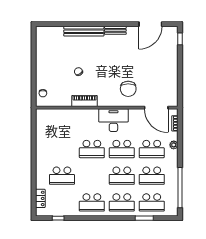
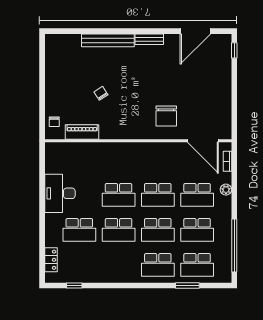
piano: (85, 101) -> (82, 132), moved
desk: (113, 120) -> (60, 193), moved, turned -90
school desk: (92, 202) -> (119, 230), moved

